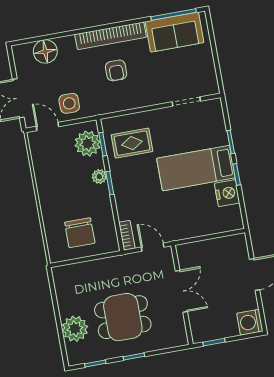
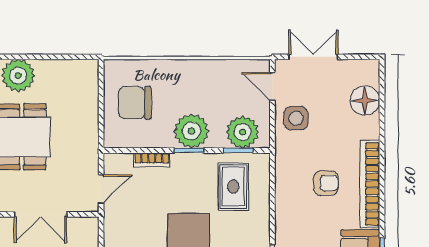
armchair: (116, 70) -> (326, 183), turned 180
door: (47, 126) -> (272, 87), swing flipped
plant: (99, 177) -> (191, 131), width x1.88, depth x1.88
bookcase: (127, 235) -> (152, 160), moved

